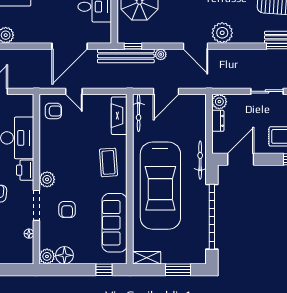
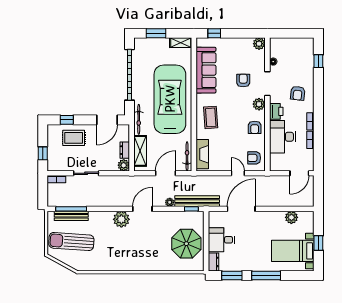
door: (195, 46) -> (142, 209), hinge flipped
shelving: (198, 120) -> (140, 151), added
armchair: (53, 150) -> (255, 127), added
floor lamp: (64, 255) -> (245, 45), removed

